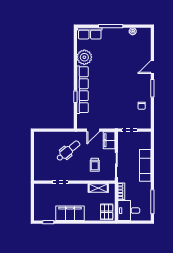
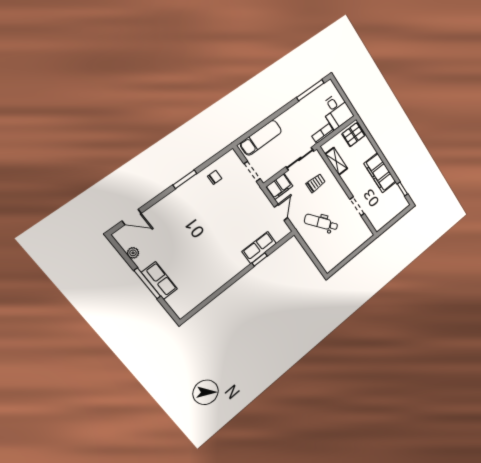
row of seats: (90, 33) -> (159, 281), moved
plant: (84, 57) -> (208, 284), removed
door: (152, 67) -> (132, 217), moved
row of seats: (83, 90) -> (259, 248), width x0.50
door: (93, 130) -> (281, 212), hinge flipped
exam couch: (145, 165) -> (261, 138), moved

